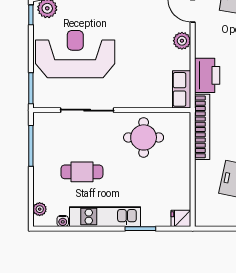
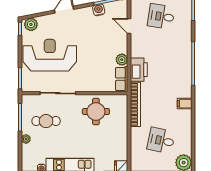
plant: (182, 41) -> (122, 60), moved
cafe table: (82, 172) -> (46, 121), moved
plant: (40, 209) -> (26, 139), moved

